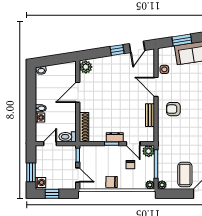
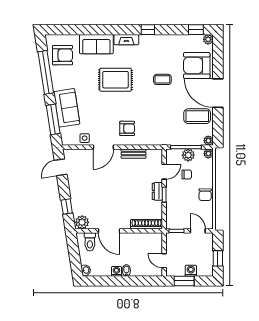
window: (182, 40) -> (53, 119), width x1.44
door: (137, 47) -> (61, 167), swing flipped
window: (117, 50) -> (67, 206), moved
armchair: (173, 109) -> (127, 128), turned -90
washing machine: (40, 117) -> (116, 271), moved
toilet: (68, 137) -> (90, 242), moved
plant: (149, 151) -> (188, 155), moved
window: (31, 172) -> (184, 281), moved
door: (78, 175) -> (198, 231), hinge flipped
washing machine: (41, 182) -> (191, 271), moved

